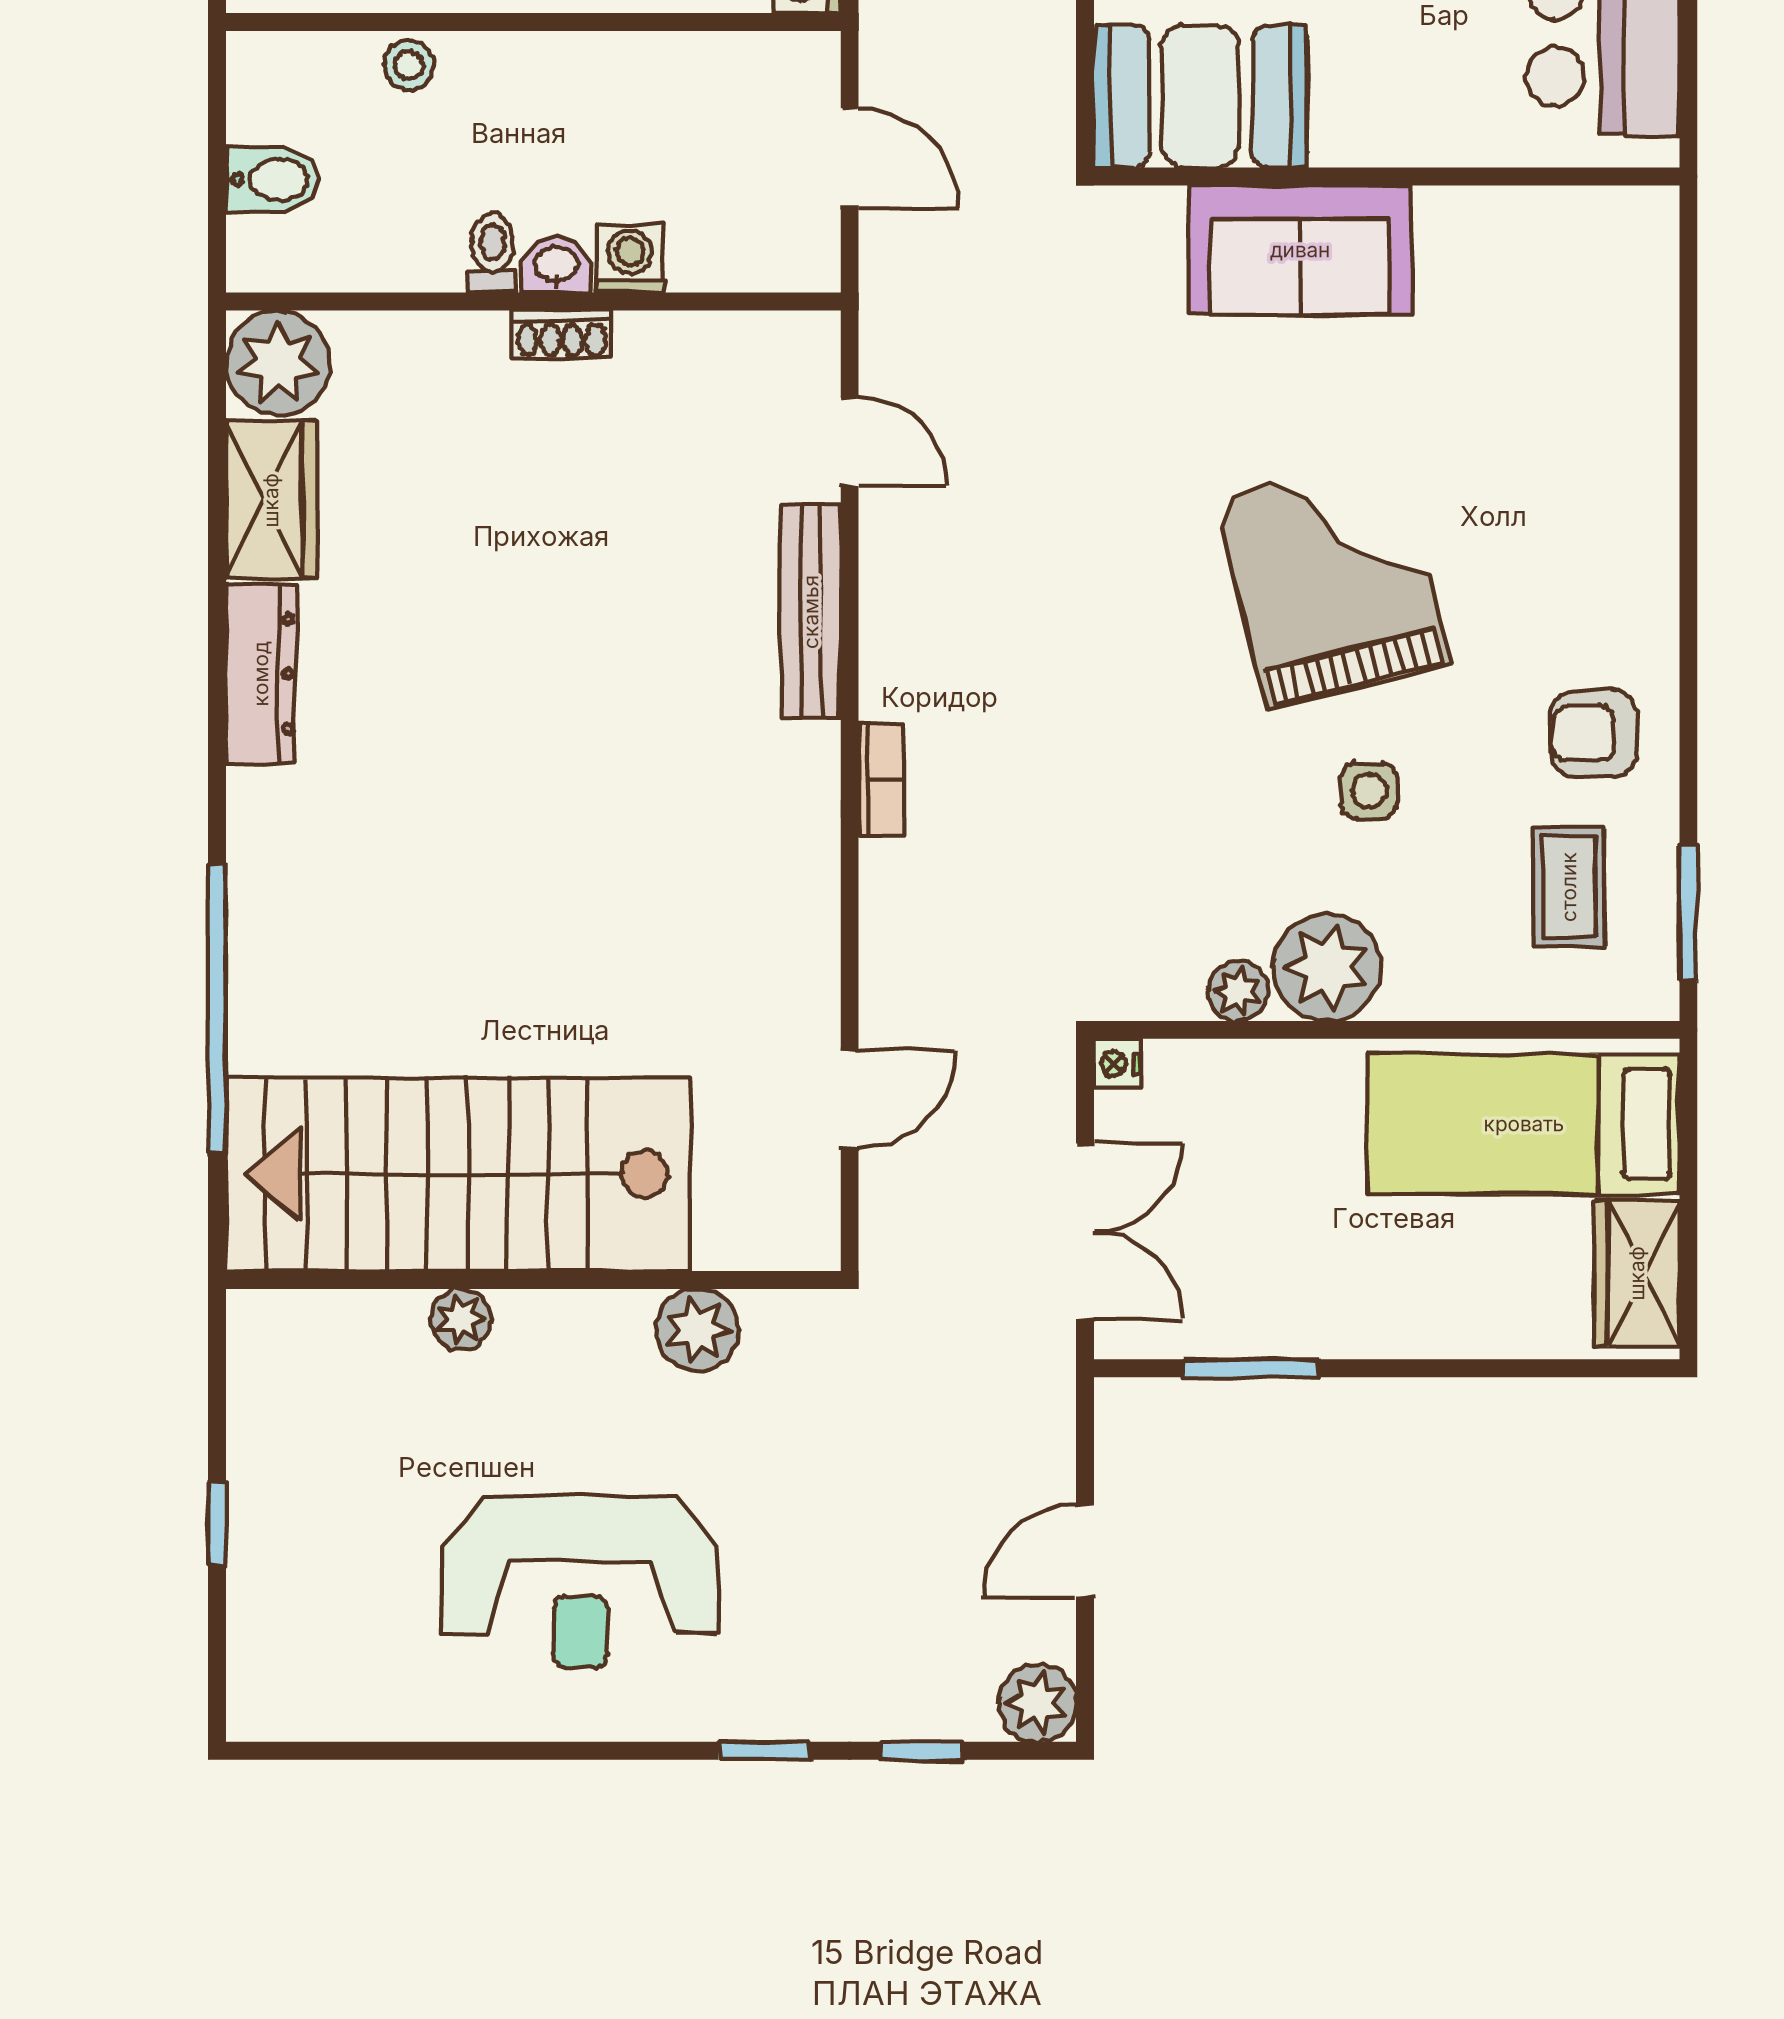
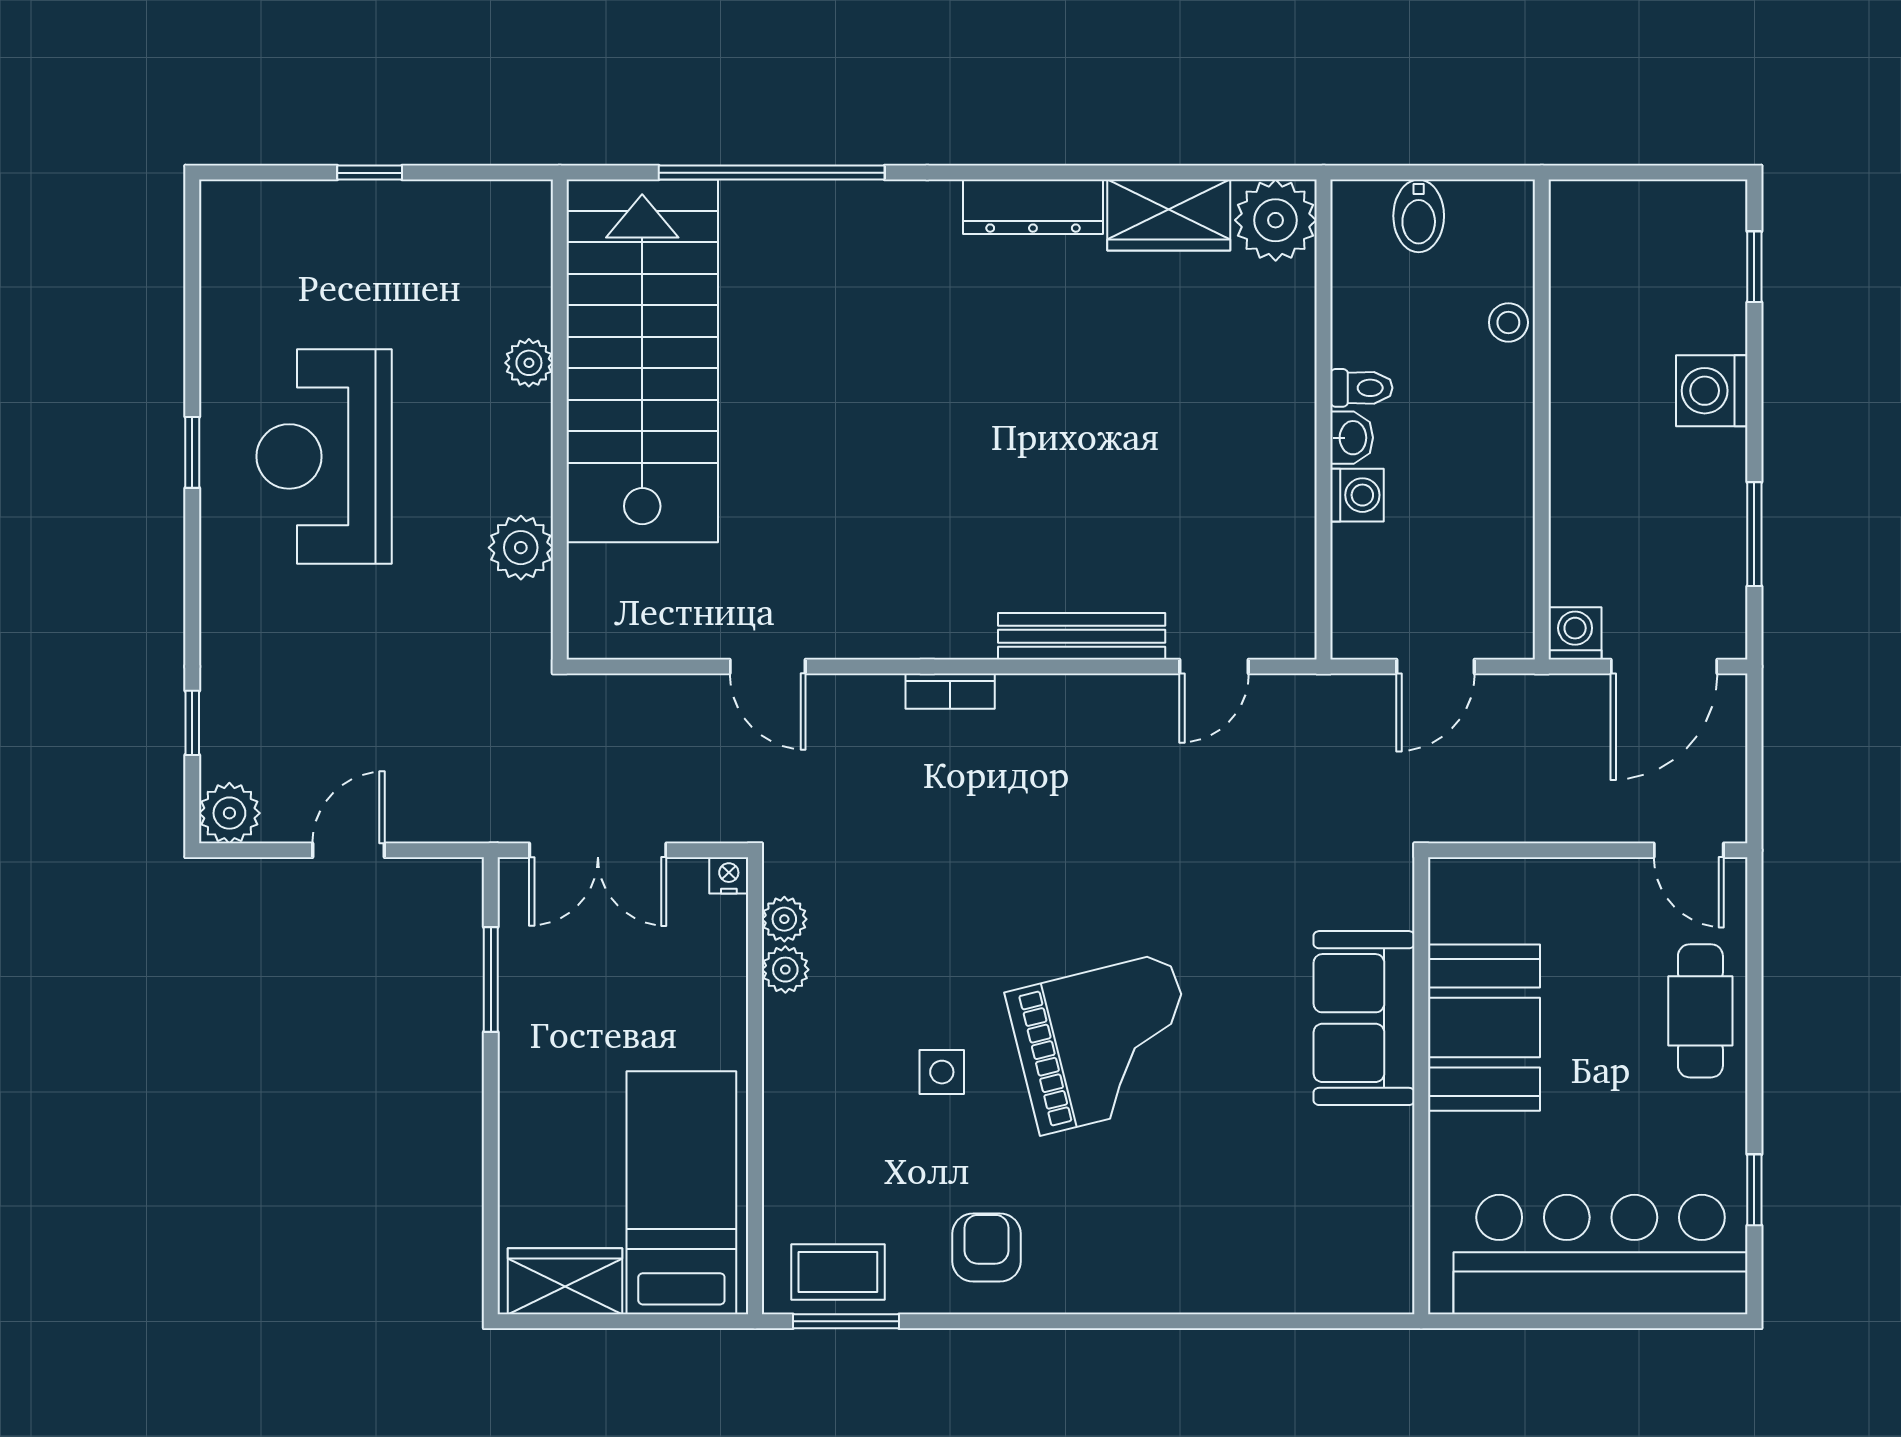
booth: (1201, 96) -> (1484, 1028), moved
shoe rack: (562, 334) -> (1298, 442), removed
coffee table: (1569, 887) -> (838, 1272), moved
plant: (1327, 967) -> (784, 919), moved, width x0.53, depth x0.53
door: (850, 1099) -> (768, 667), moved
door: (1085, 1550) -> (349, 850), hinge flipped
window: (764, 1751) -> (192, 452), moved

